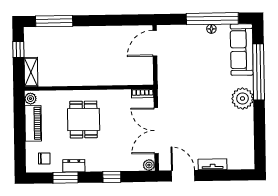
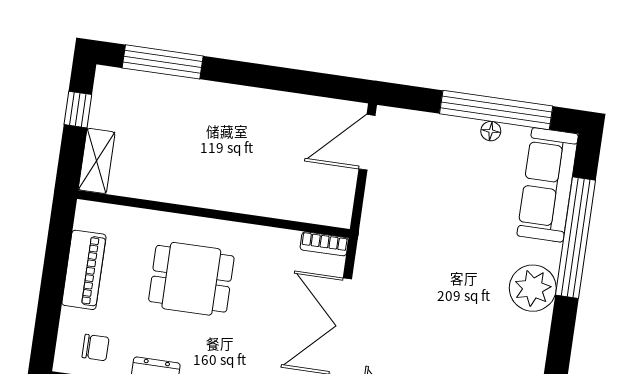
plant: (30, 99) -> (87, 217), removed
dining table: (84, 120) -> (191, 279), turned 90

